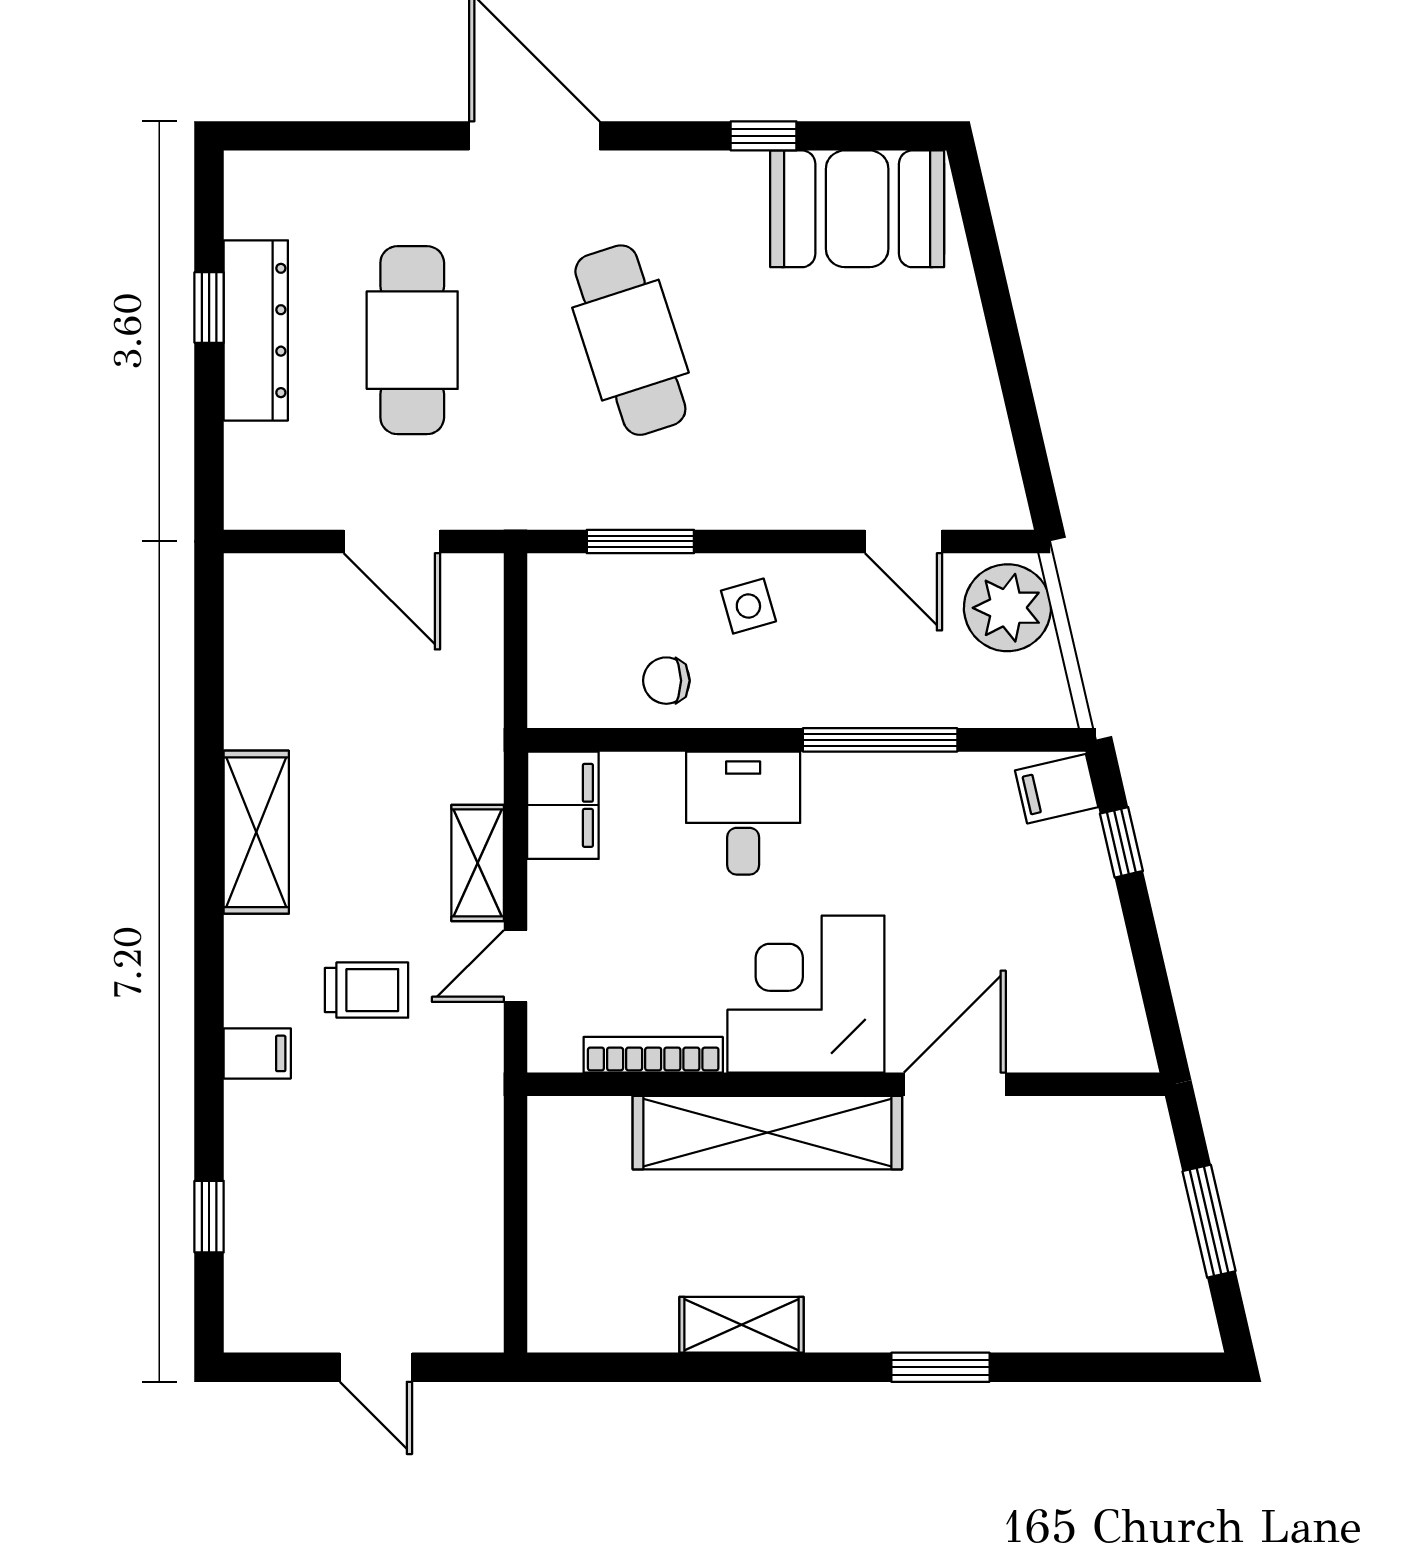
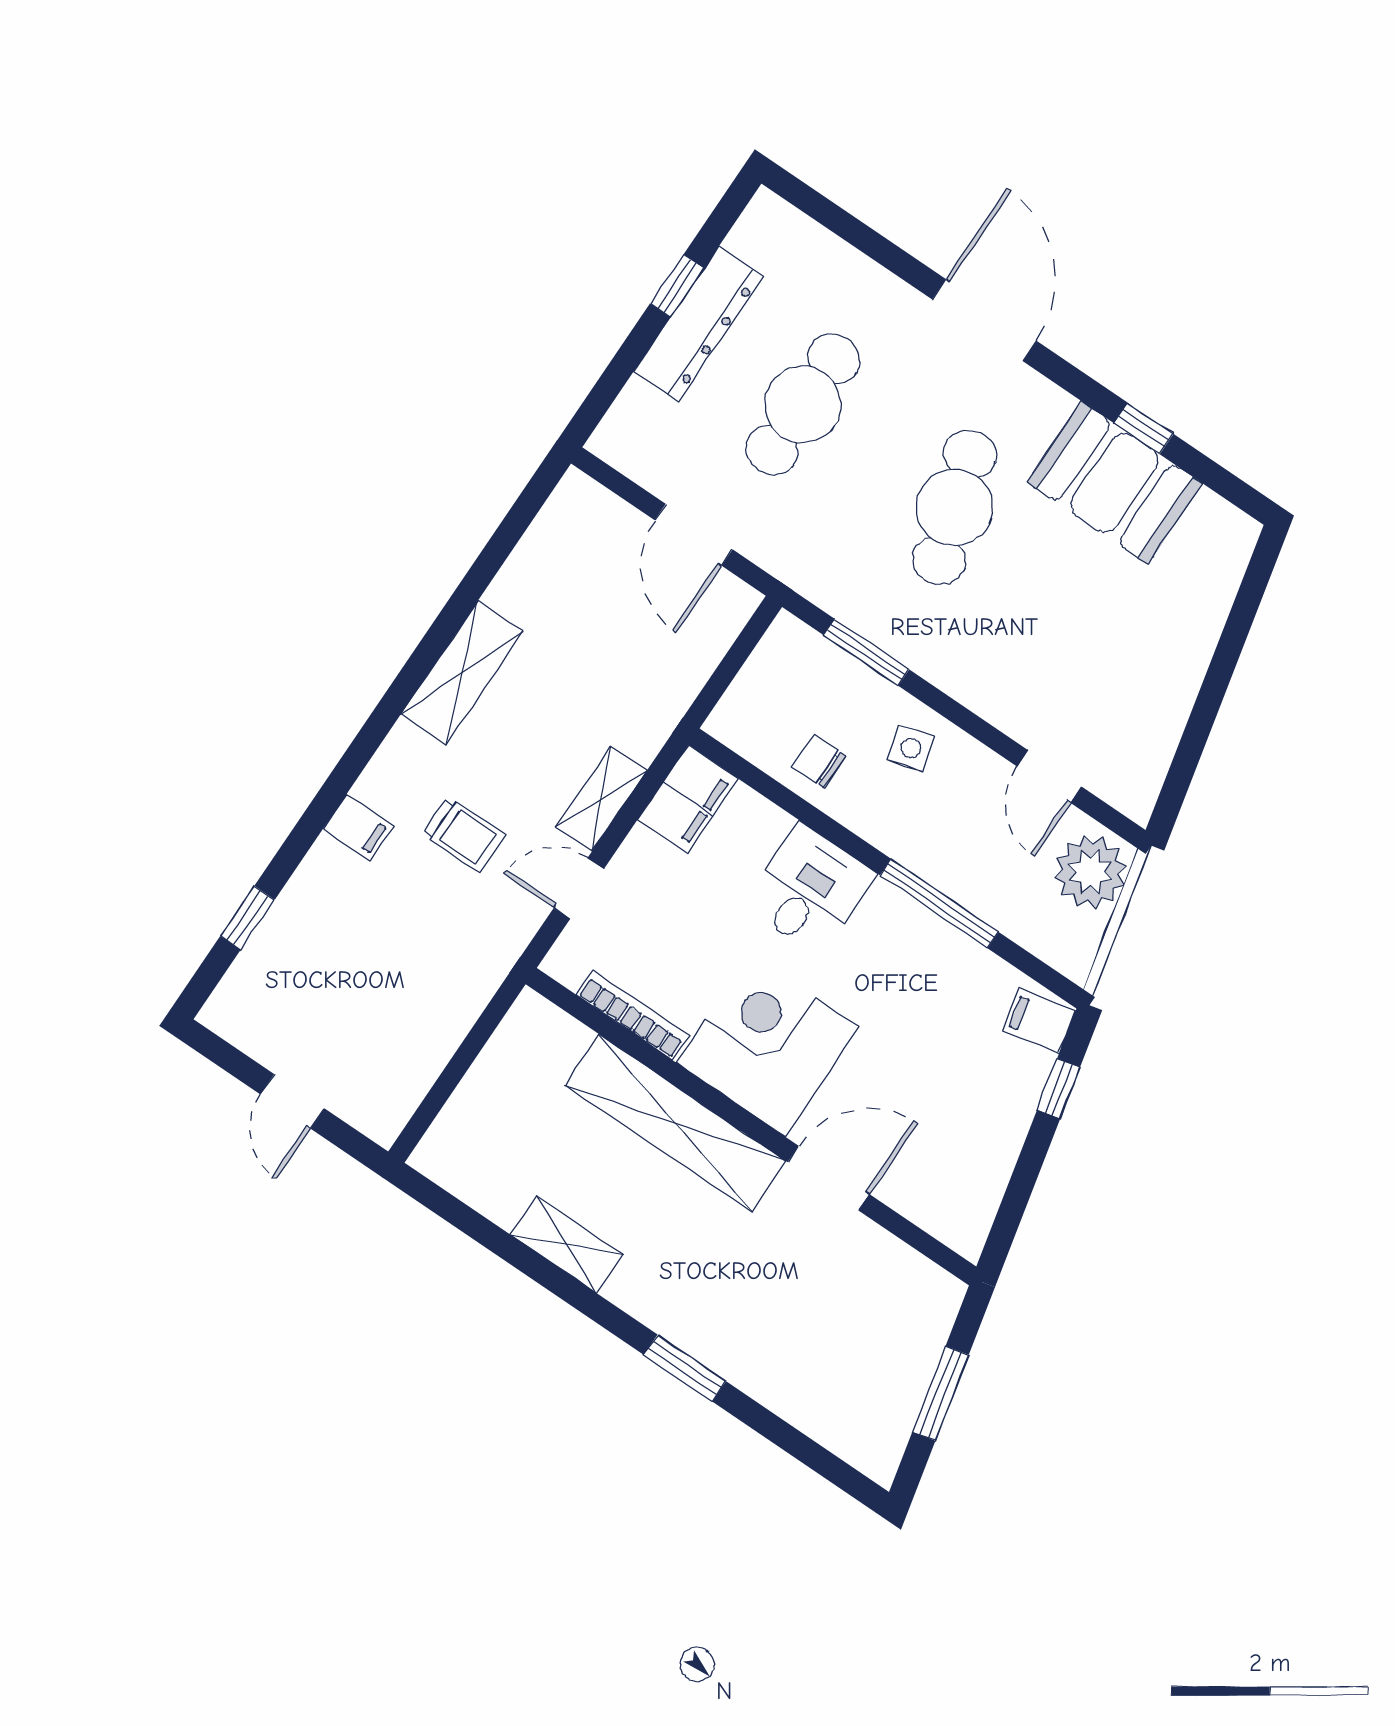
booth: (857, 209) -> (1114, 483), moved

